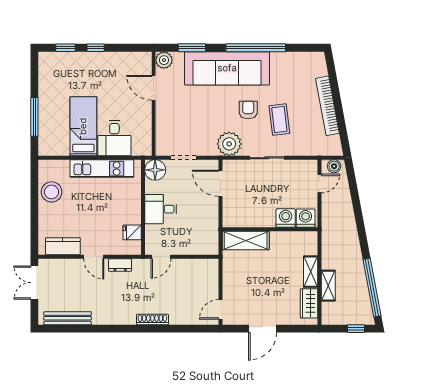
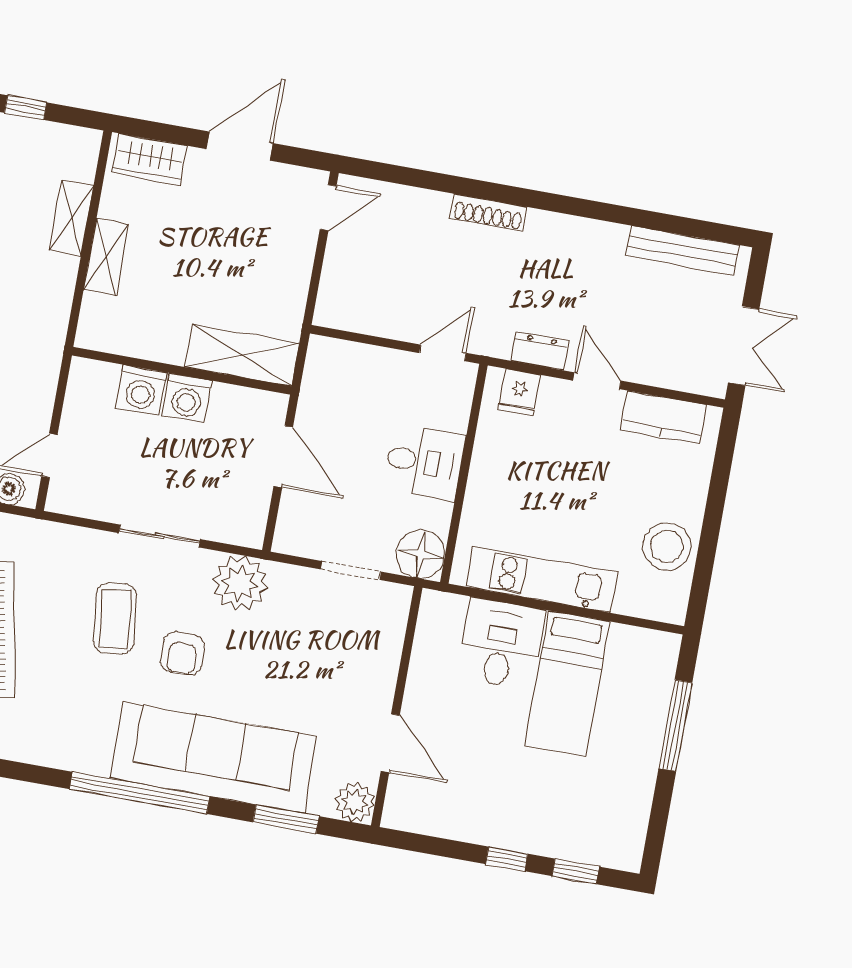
door: (221, 183) -> (283, 457), moved
washing machine: (306, 218) -> (187, 398), moved
fridge: (132, 232) -> (519, 392), moved, turned 90
wardrobe: (309, 303) -> (150, 159), moved, turned 90

